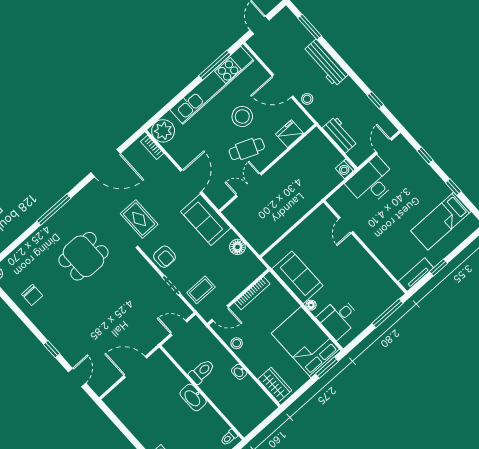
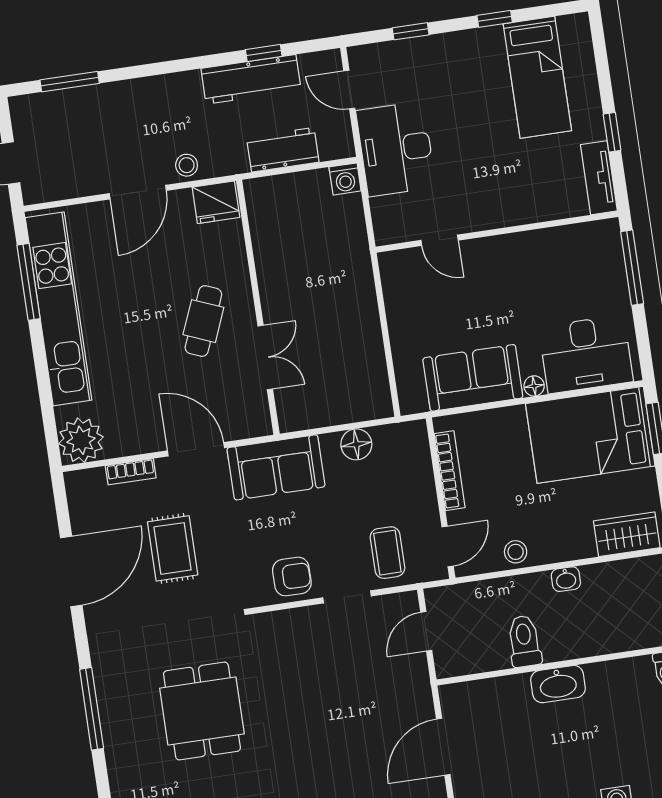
workbench: (326, 63) -> (251, 79), moved
stool: (242, 116) -> (144, 293), removed
fridge: (290, 134) -> (216, 202), moved, turned -90
bookcase: (152, 147) -> (131, 472), moved
double door: (249, 185) -> (265, 358), swing flipped
rug: (139, 219) -> (173, 548), moved, turned 90
desk: (339, 318) -> (586, 354), width x1.37

